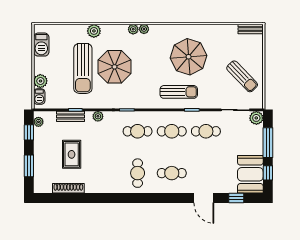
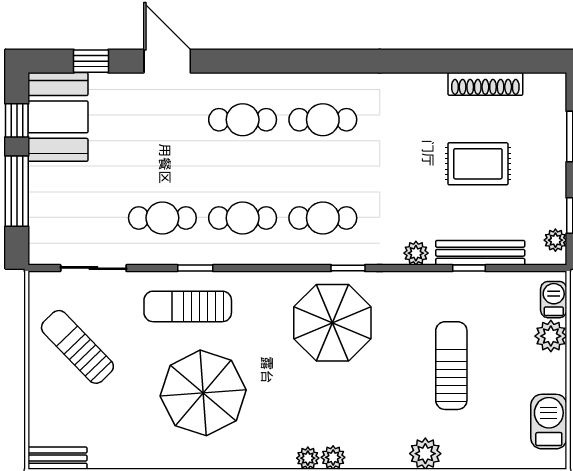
parasol: (114, 67) -> (332, 323), moved
sun lounger: (83, 68) -> (451, 366), width x0.73, depth x0.75
sun lounger: (179, 92) -> (188, 306), moved
bench: (71, 116) -> (480, 253), width x1.36
plant: (256, 118) -> (44, 249), removed
rug: (72, 154) -> (478, 164), turned 90
cafe table: (138, 173) -> (323, 120), turned 90

